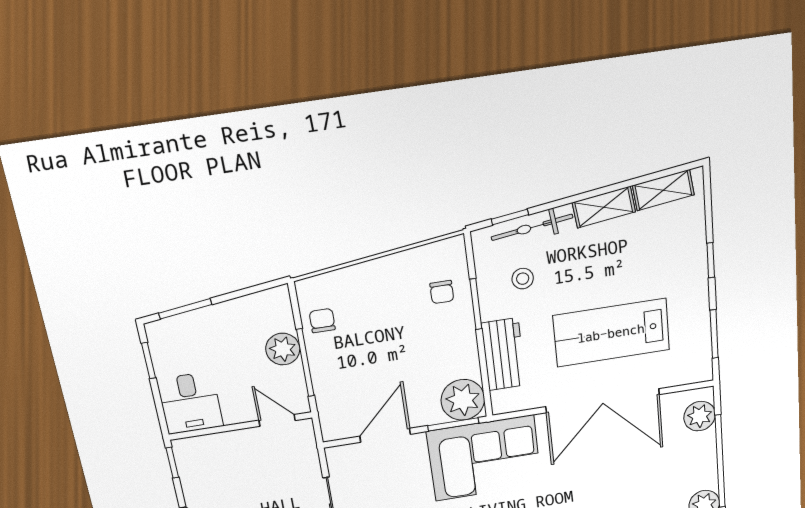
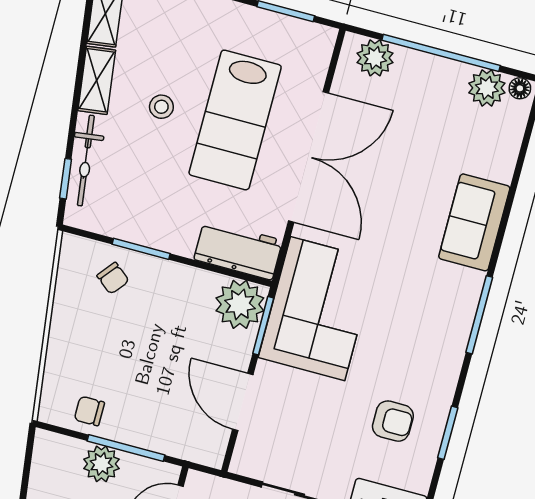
stool: (523, 279) -> (161, 107), moved
chair: (442, 292) -> (113, 278), turned 39
workbench: (504, 354) -> (238, 250), moved

